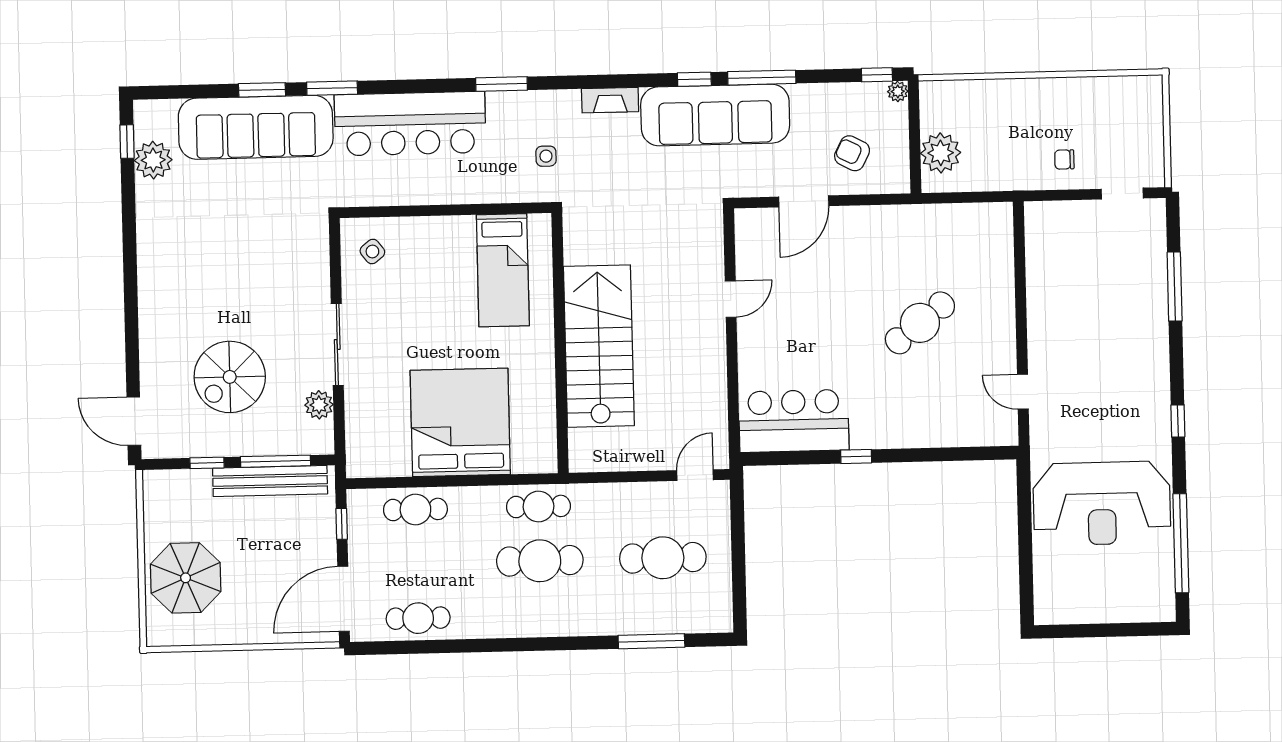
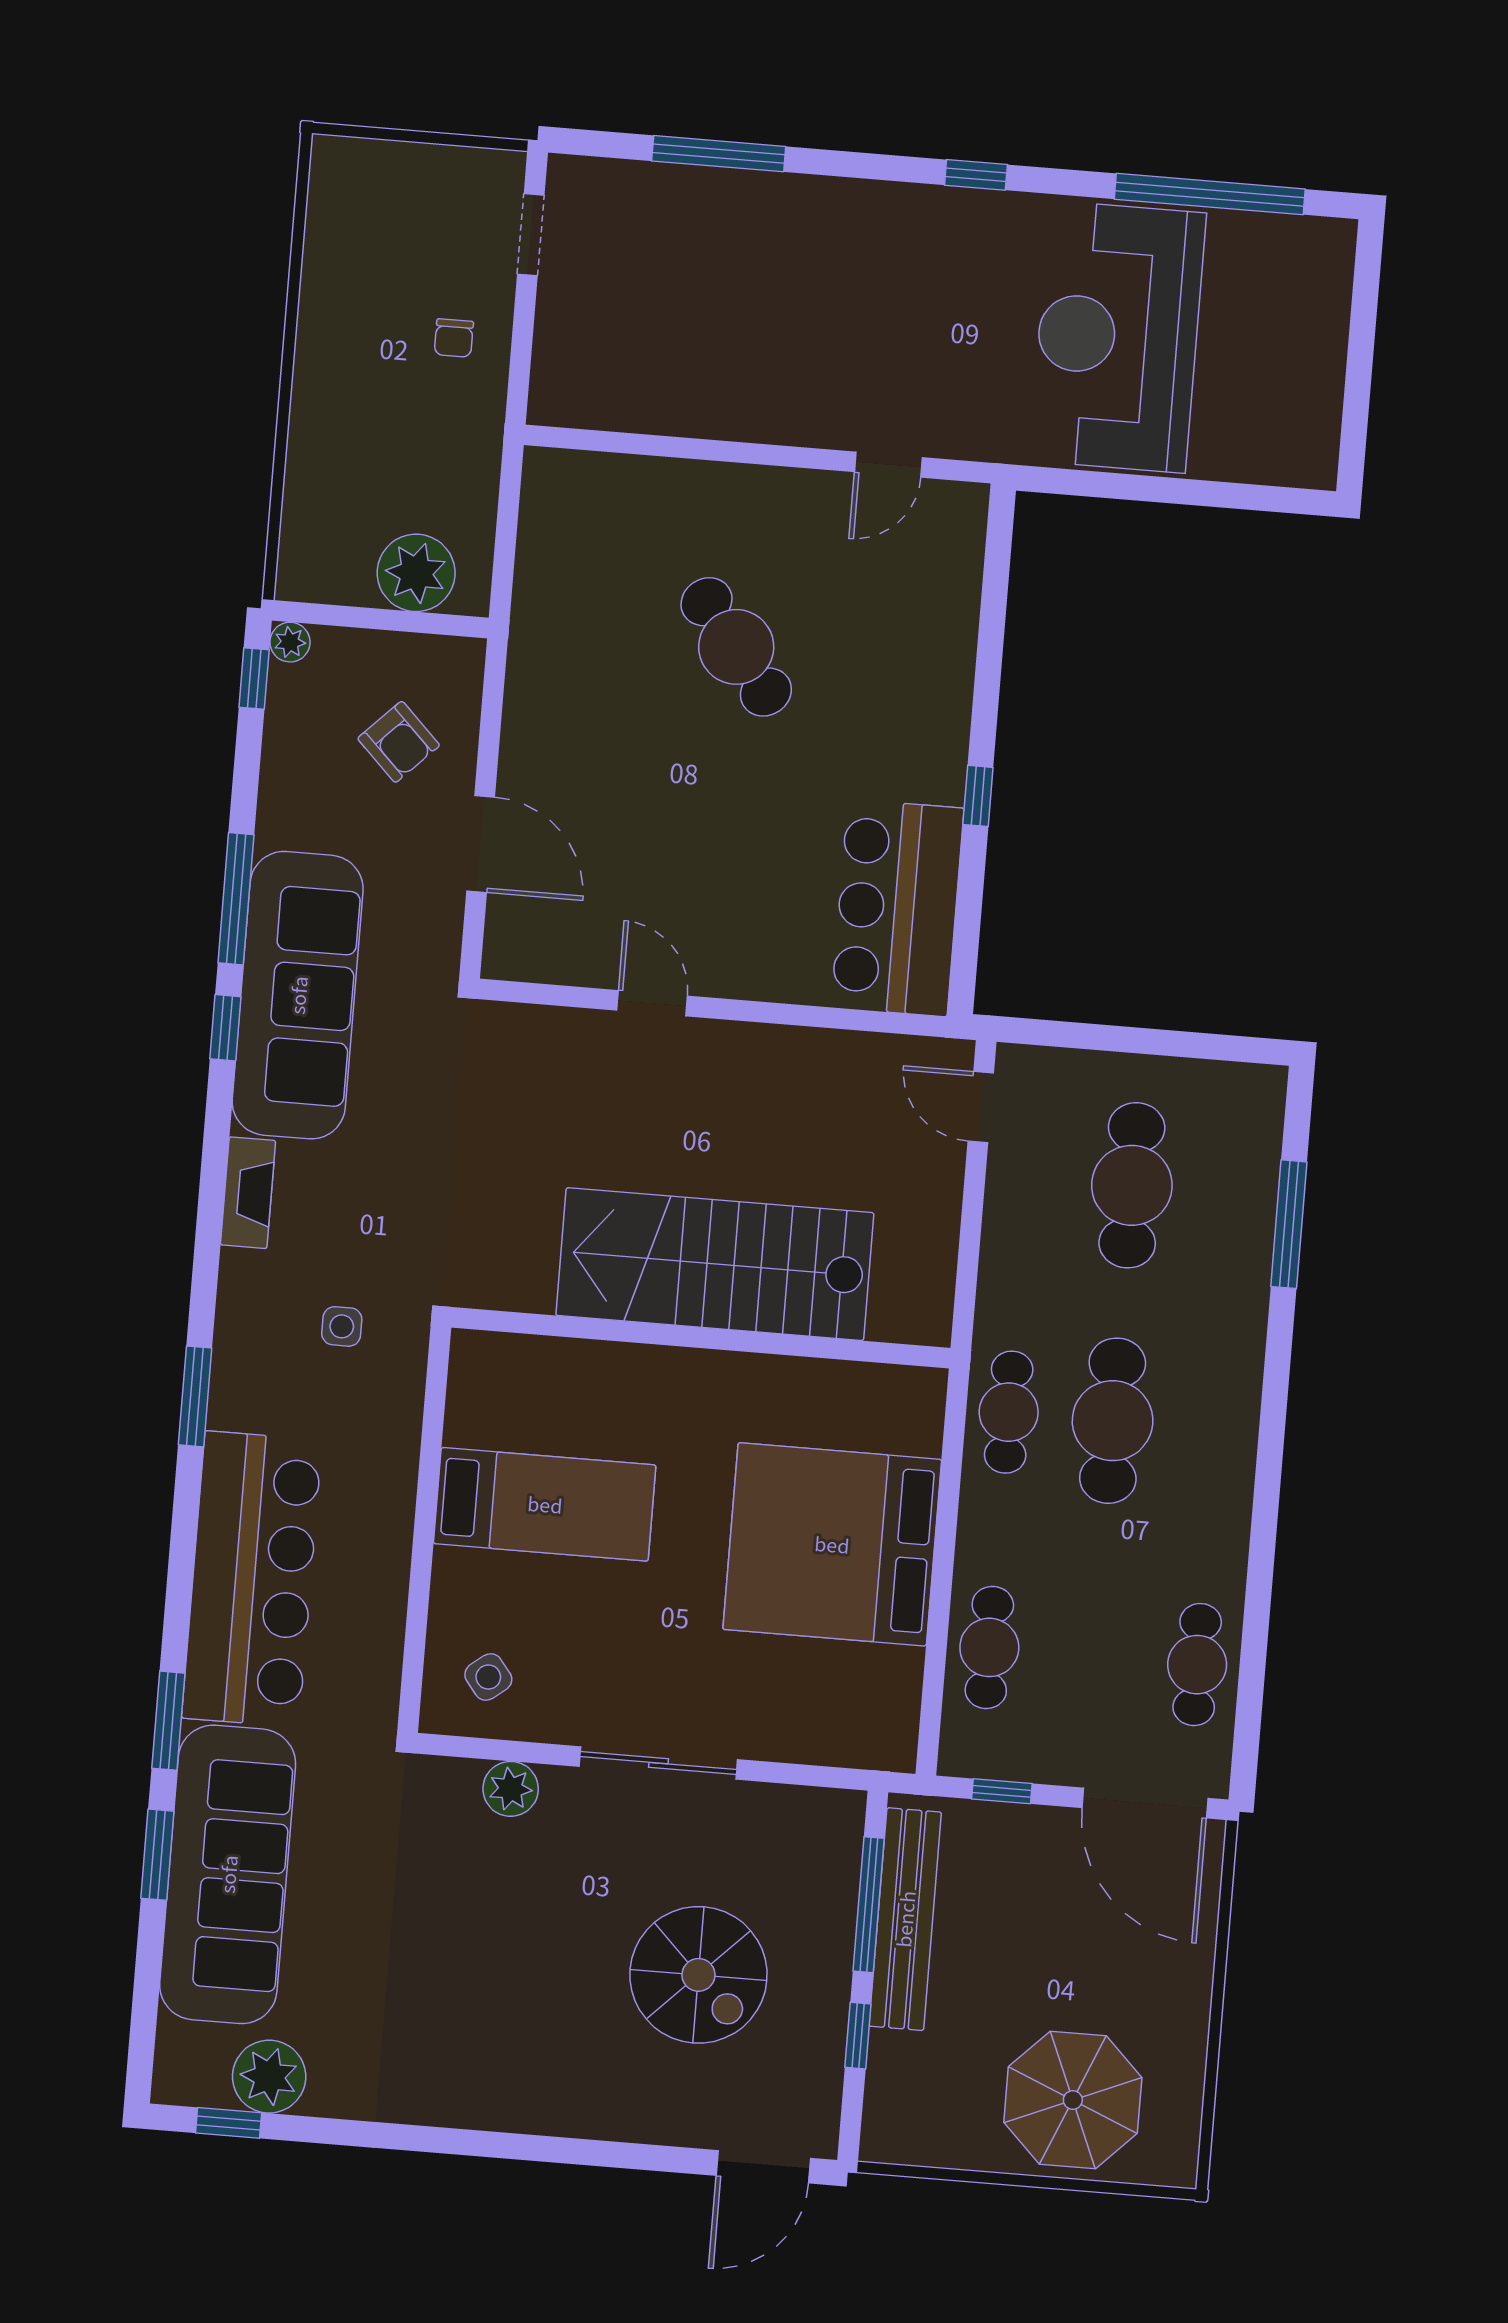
armchair: (852, 153) -> (399, 742), turned -72
bed: (503, 270) -> (545, 1504), moved
plant: (319, 405) -> (511, 1789), moved
reception desk: (1102, 503) -> (1117, 337), turned 180

